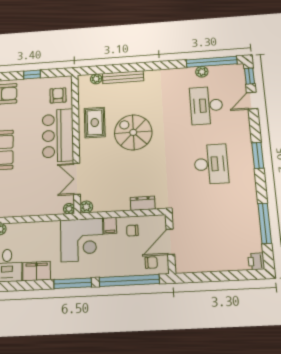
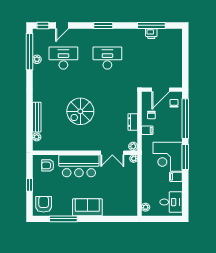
door: (252, 101) -> (62, 25), hinge flipped
desk: (206, 105) -> (63, 58), turned 180
rug: (95, 122) -> (71, 139), removed
dresser: (143, 203) -> (133, 122), moved
corner desk: (82, 240) -> (168, 157), moved, turned 180
door: (170, 242) -> (161, 90), hinge flipped
printer: (256, 261) -> (151, 34), moved
filing cabinet: (37, 271) -> (176, 177), width x0.50

